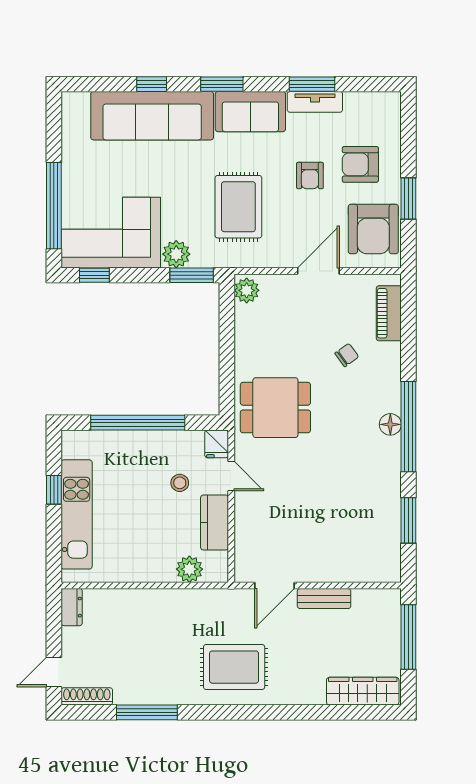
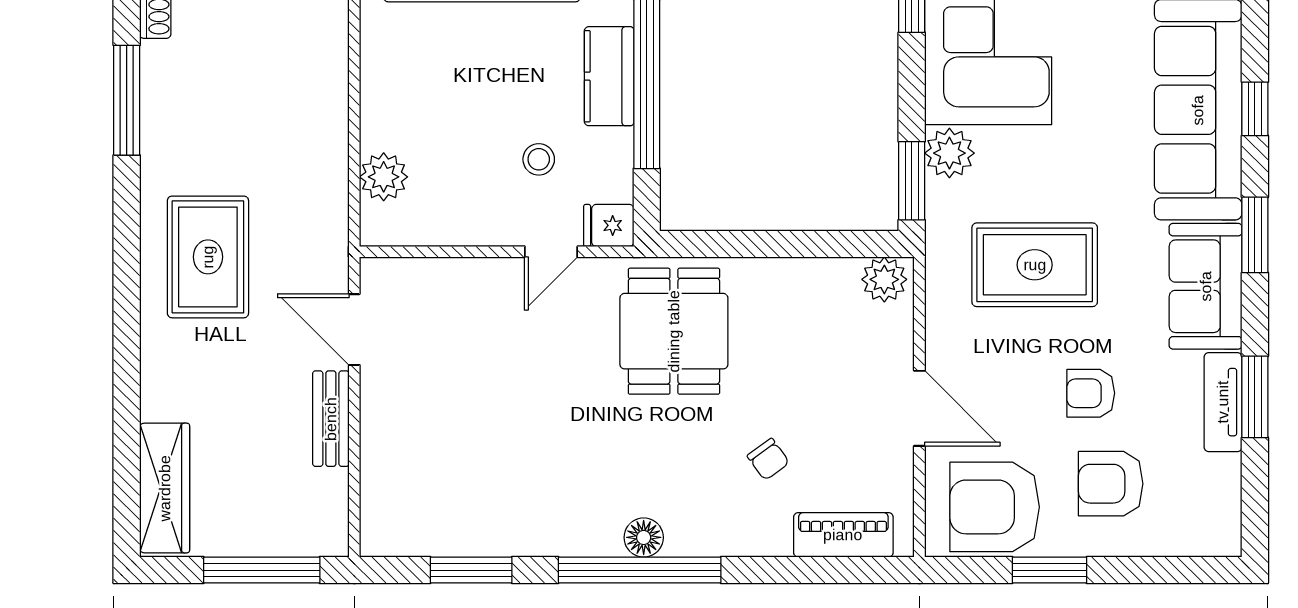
armchair: (360, 164) -> (1111, 484), turned -90
kitchen counter: (214, 522) -> (609, 76), moved, turned -90

